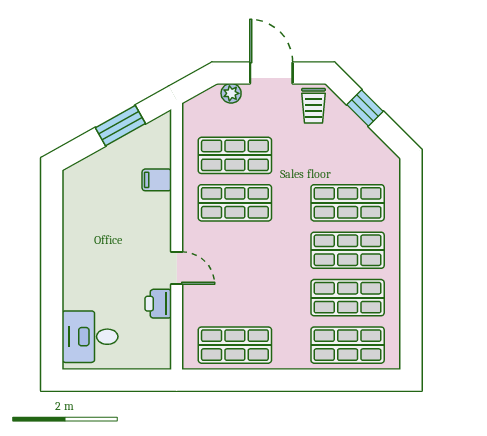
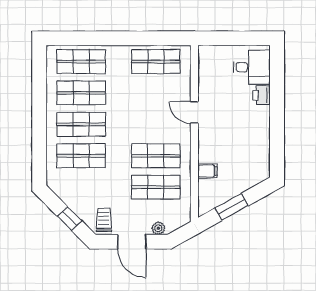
printer: (158, 304) -> (261, 95), moved, turned 180

